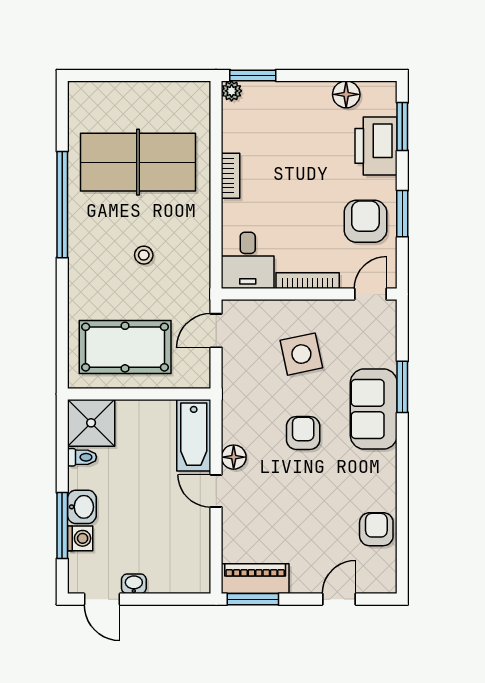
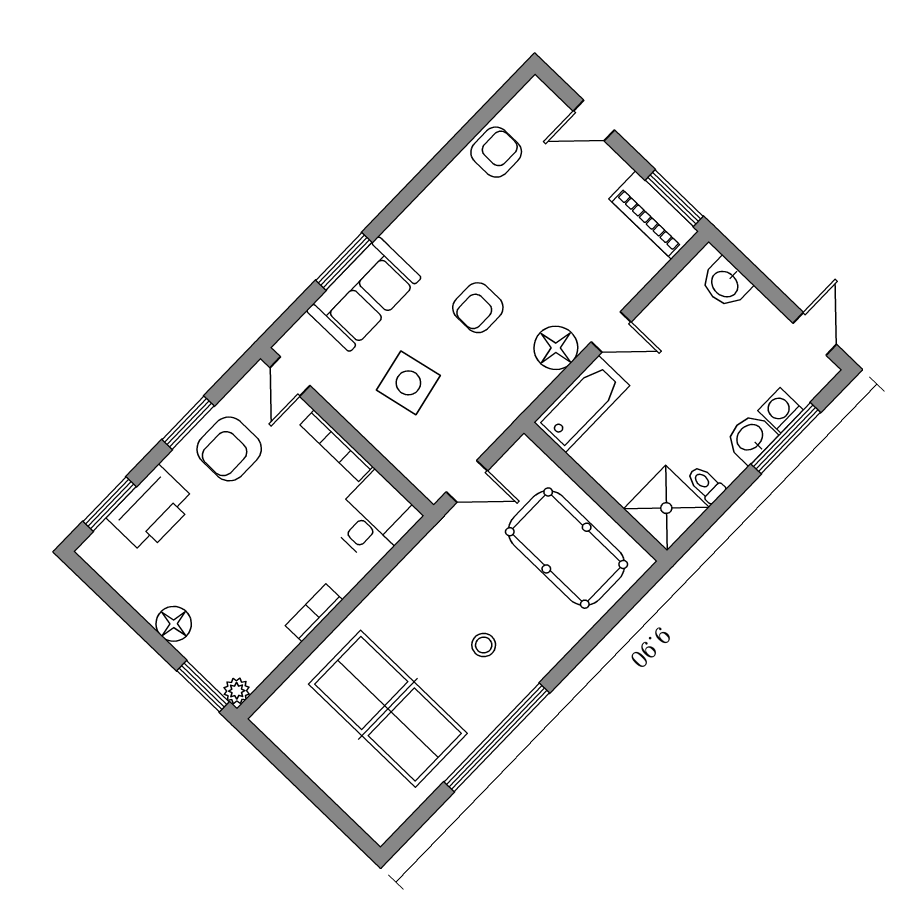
floor lamp: (346, 94) -> (174, 624), moved
stool: (144, 255) -> (484, 645), moved
door: (370, 294) -> (290, 377), hinge flipped
sofa: (374, 409) -> (364, 294), moved
floor lamp: (234, 457) -> (556, 348), width x1.38, depth x1.38
door: (216, 491) -> (611, 332), hinge flipped
armchair: (376, 529) -> (496, 152), turned 180
washbasin: (134, 584) -> (725, 283), moved, width x1.38, depth x1.45

